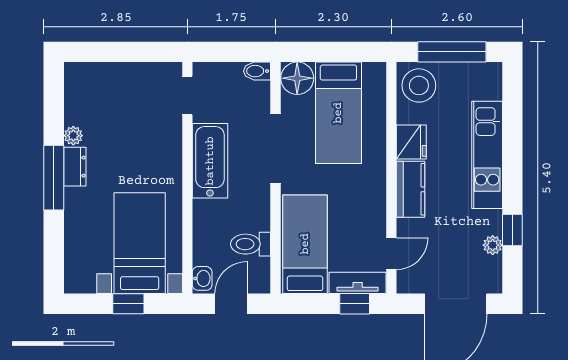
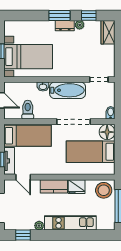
wardrobe: (89, 76) -> (108, 32), added
window: (54, 116) -> (89, 15), added
window: (54, 178) -> (60, 15), width x0.69
window: (512, 230) -> (23, 235), moved
plant: (493, 245) -> (39, 226), moved
washbasin: (202, 278) -> (43, 86), moved

